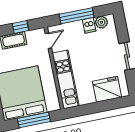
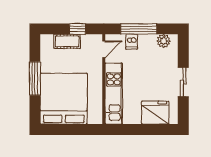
dishwasher: (89, 25) -> (132, 42), moved
window: (34, 120) -> (72, 130), removed

